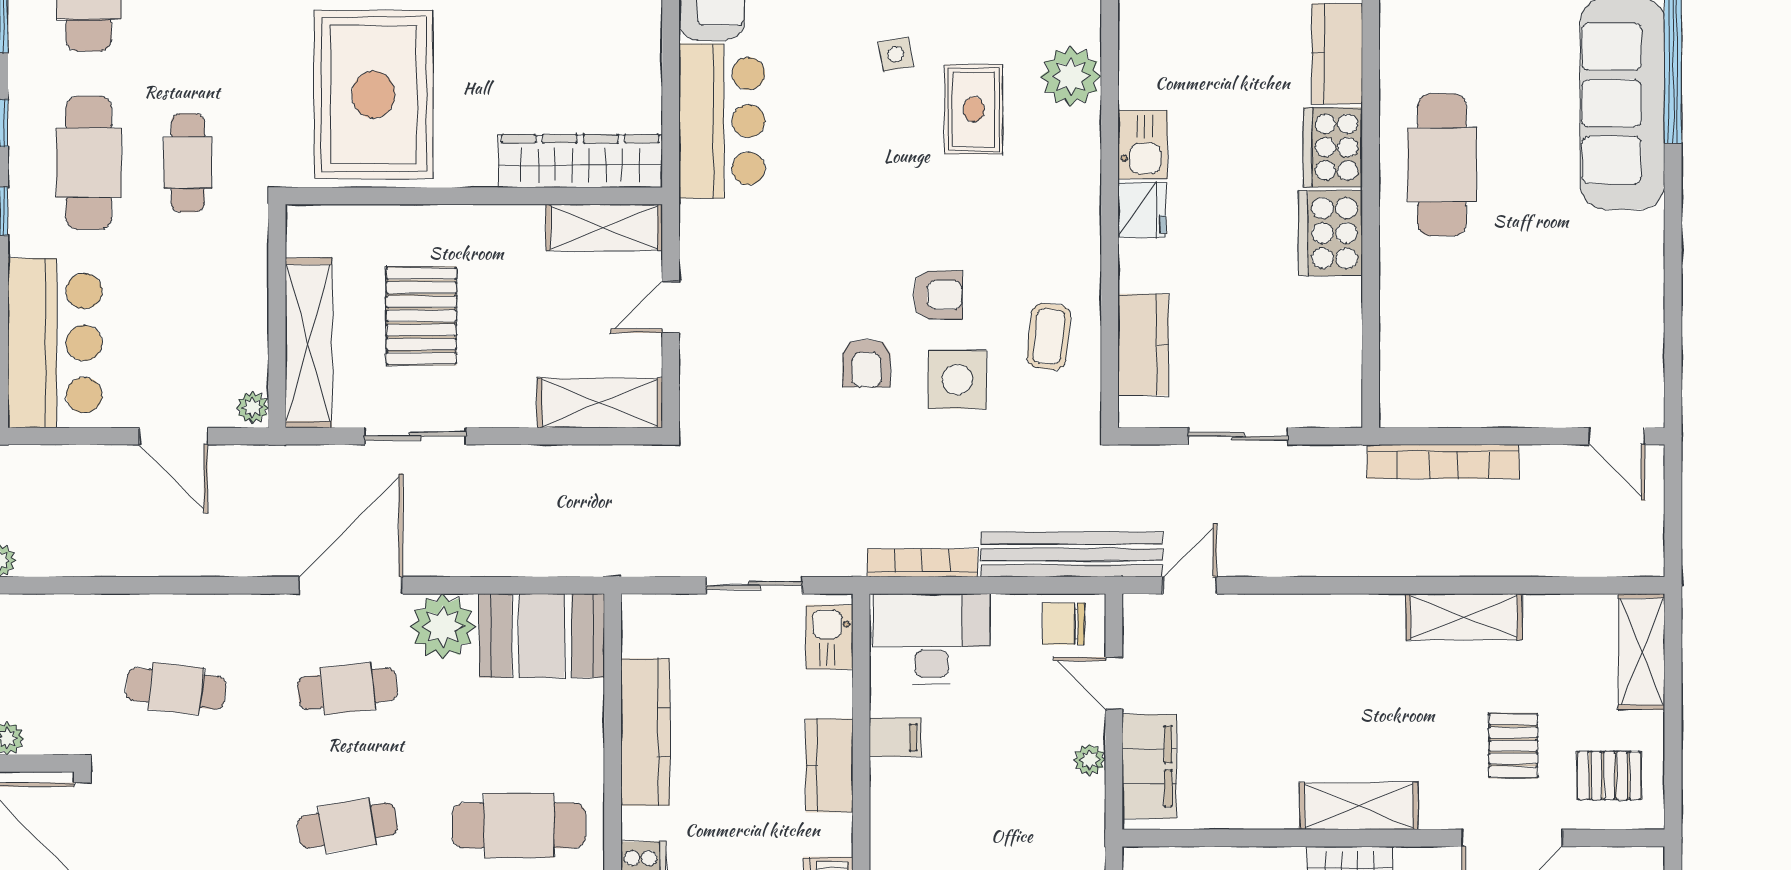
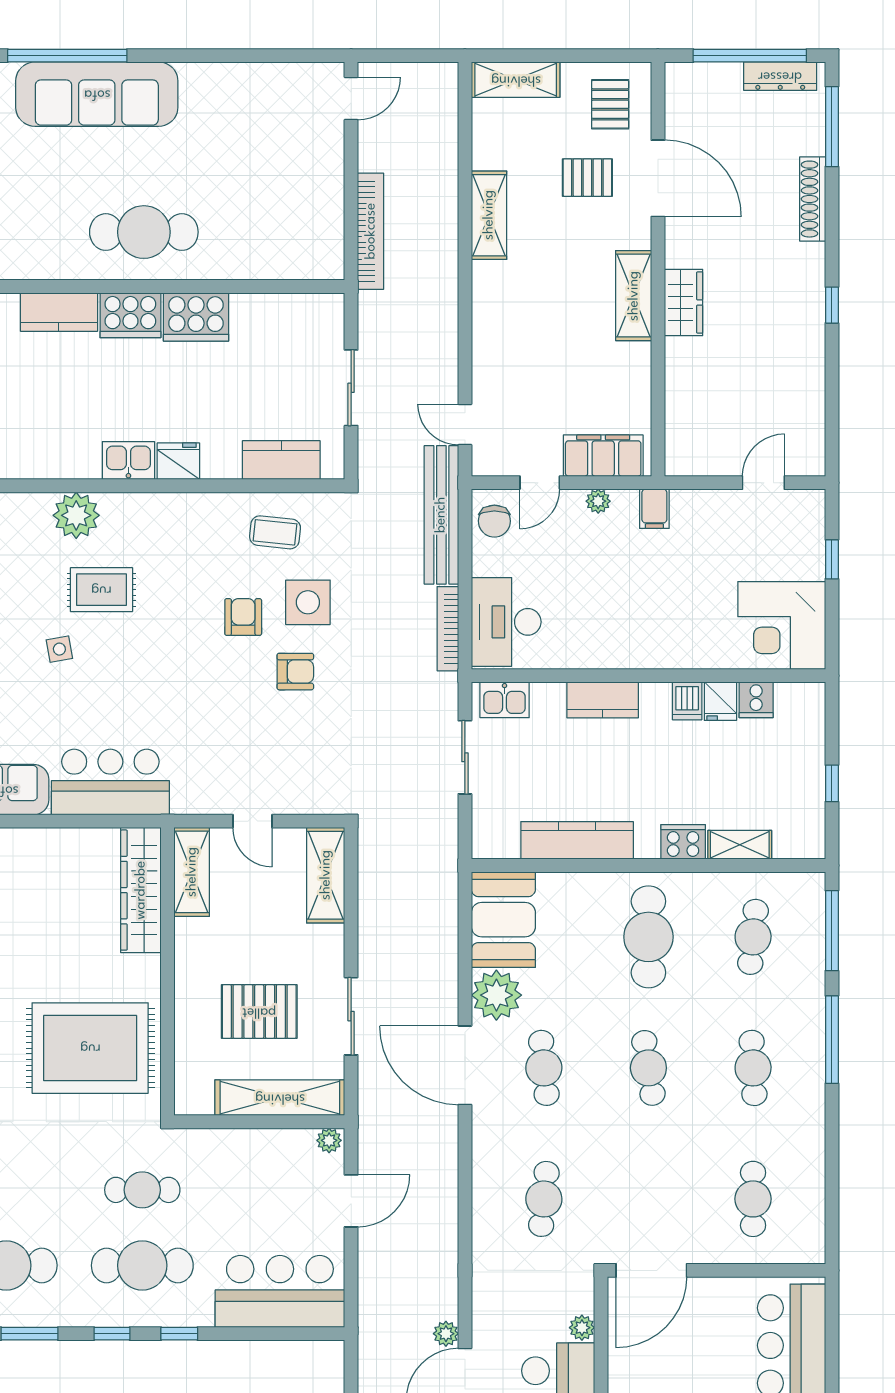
filing cabinet: (895, 737) -> (654, 509), moved, turned 180

